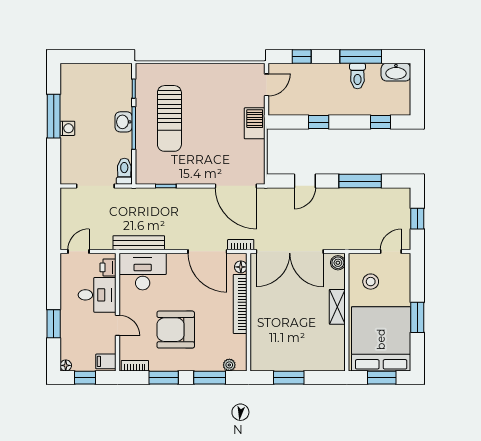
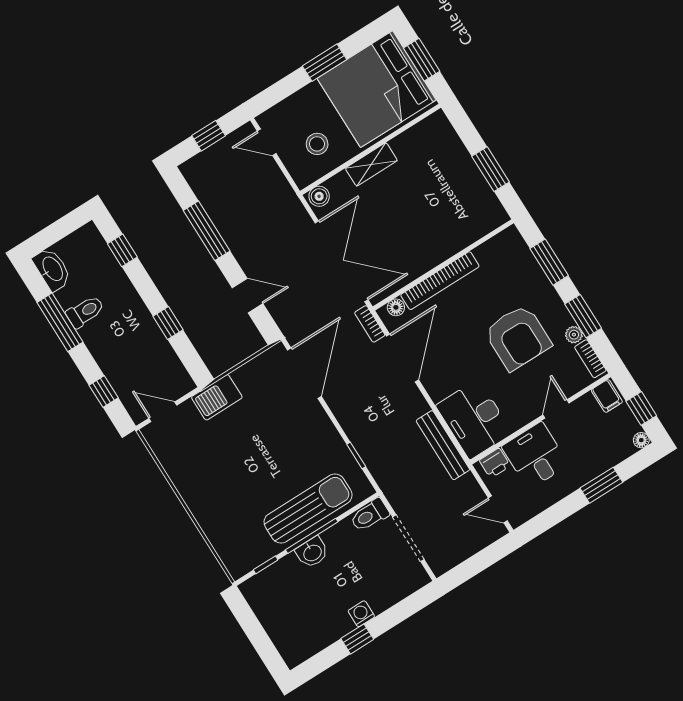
window: (54, 116) -> (357, 639), width x0.46
sun lounger: (169, 118) -> (308, 509), moved
plant: (229, 365) -> (574, 335), moved

